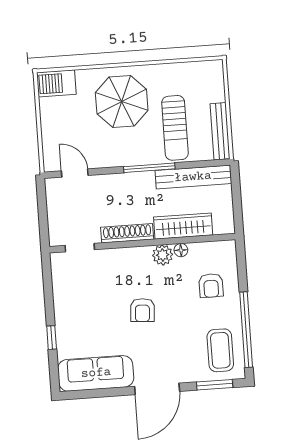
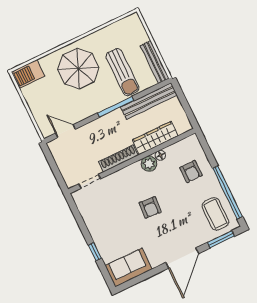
sofa: (96, 373) -> (129, 267), width x0.73

